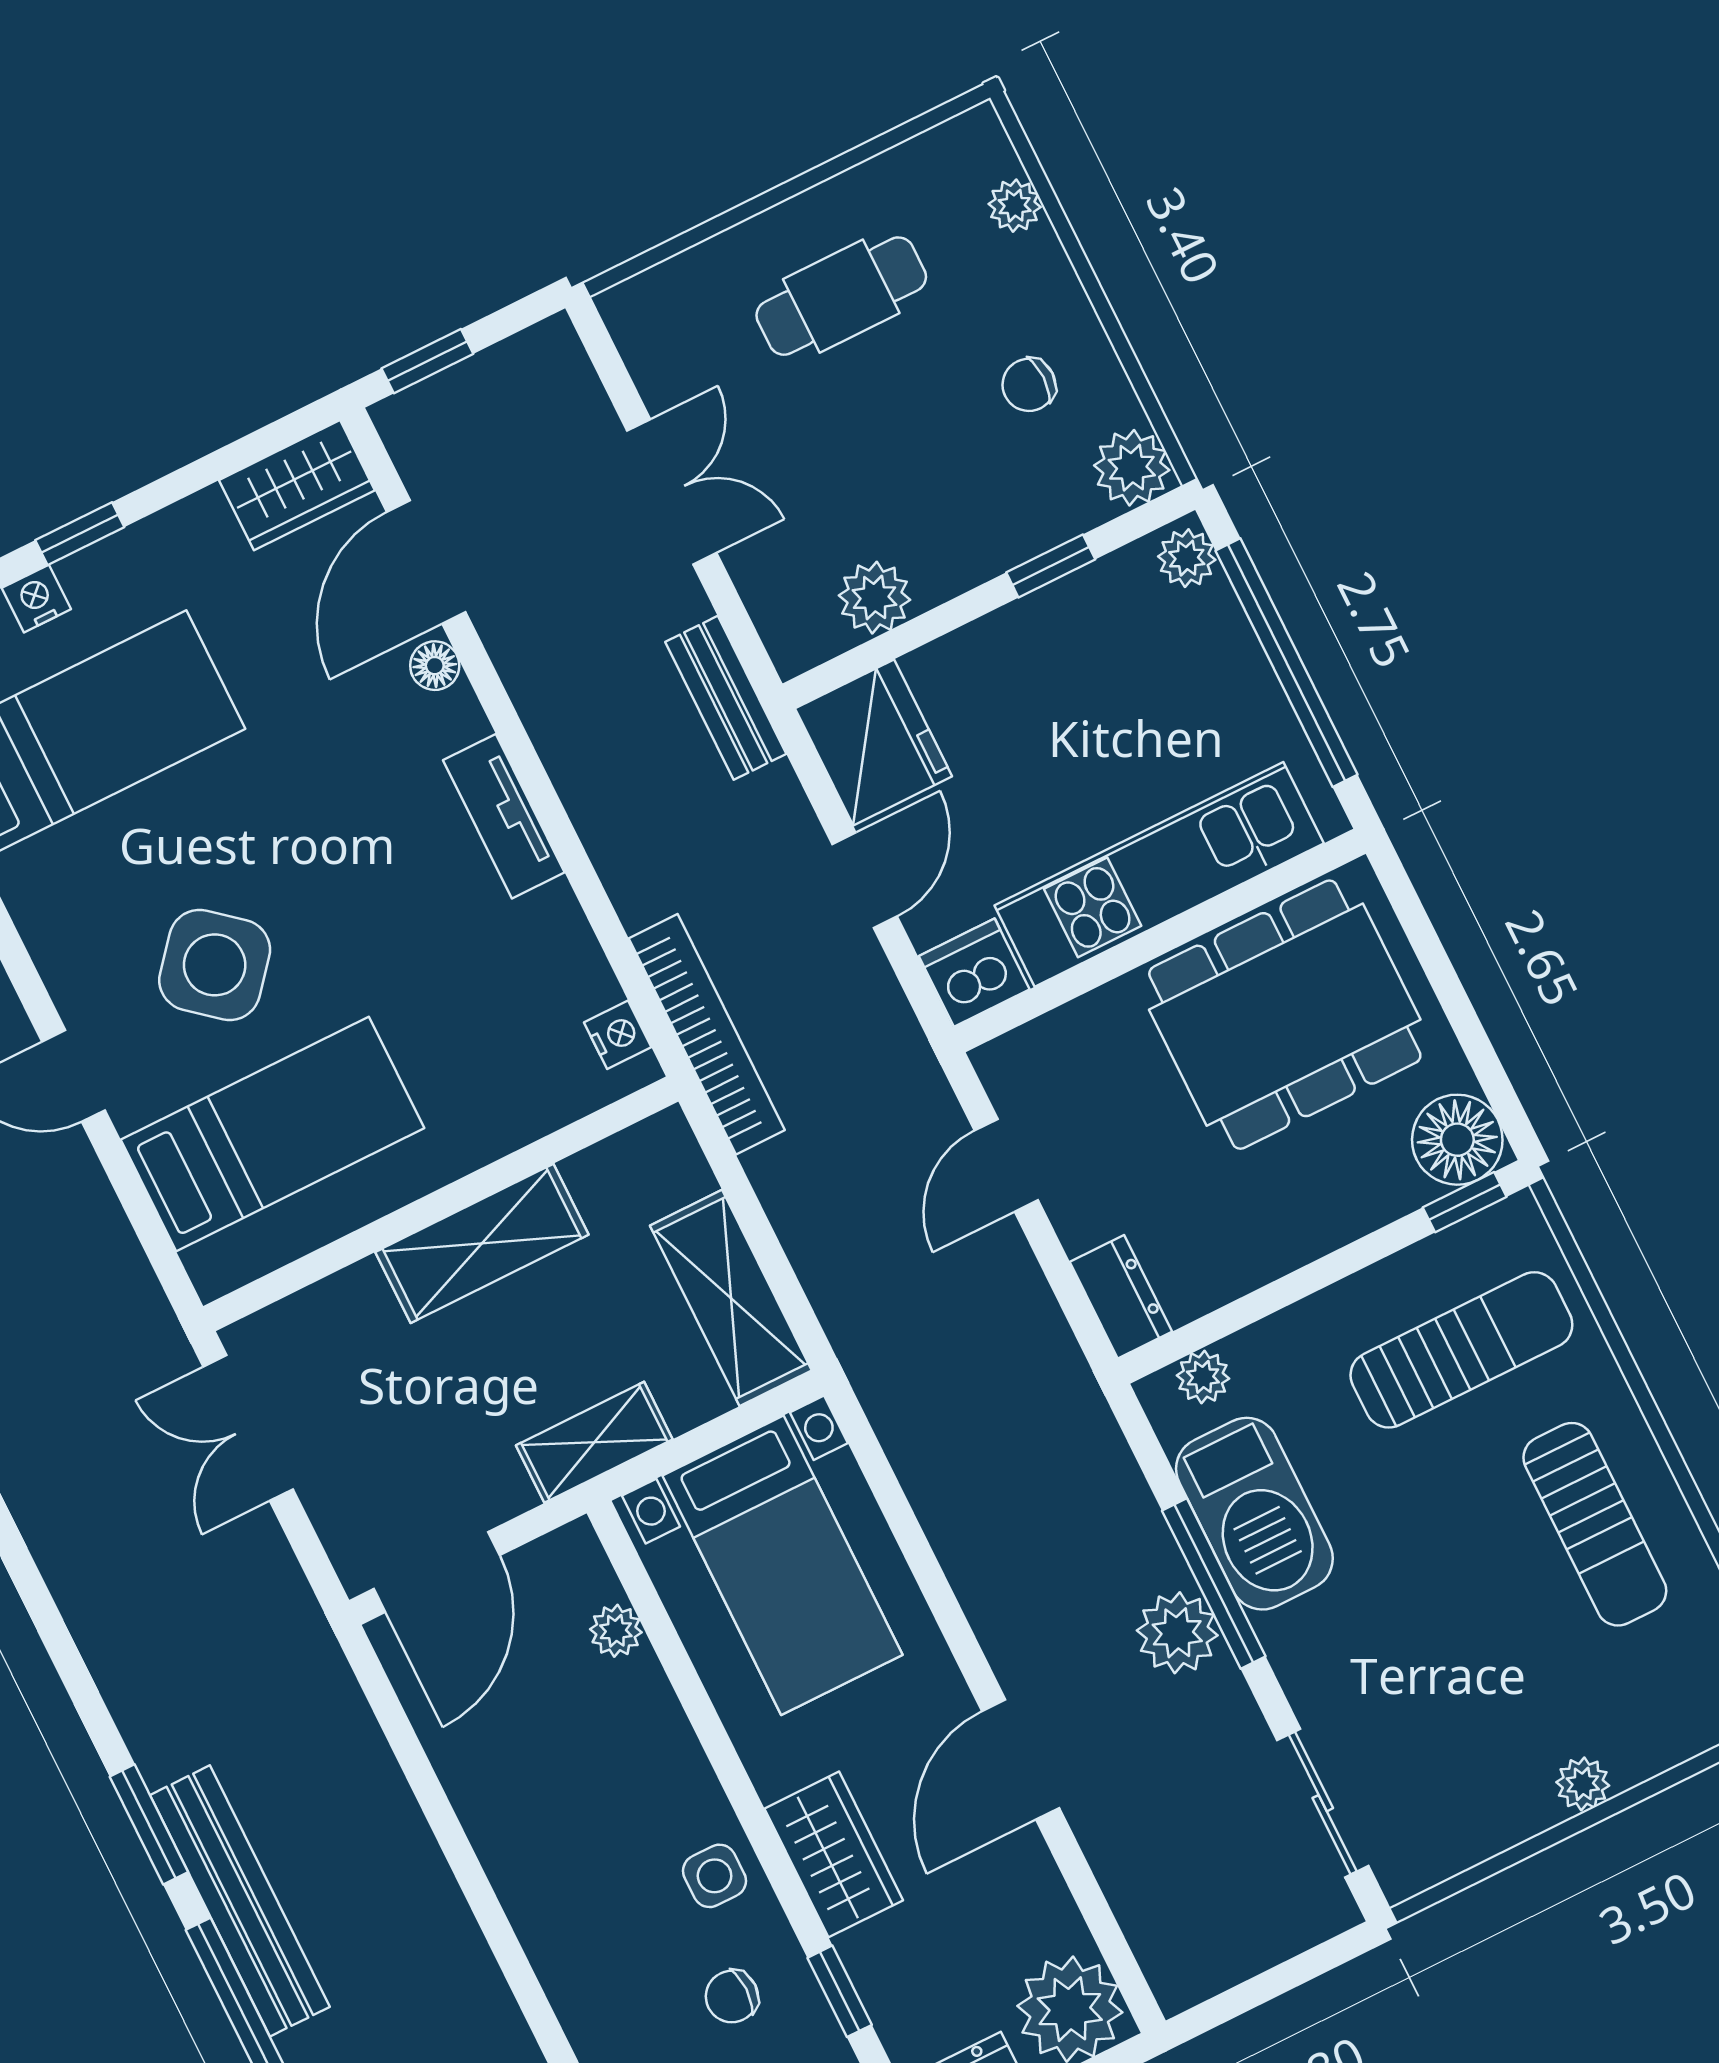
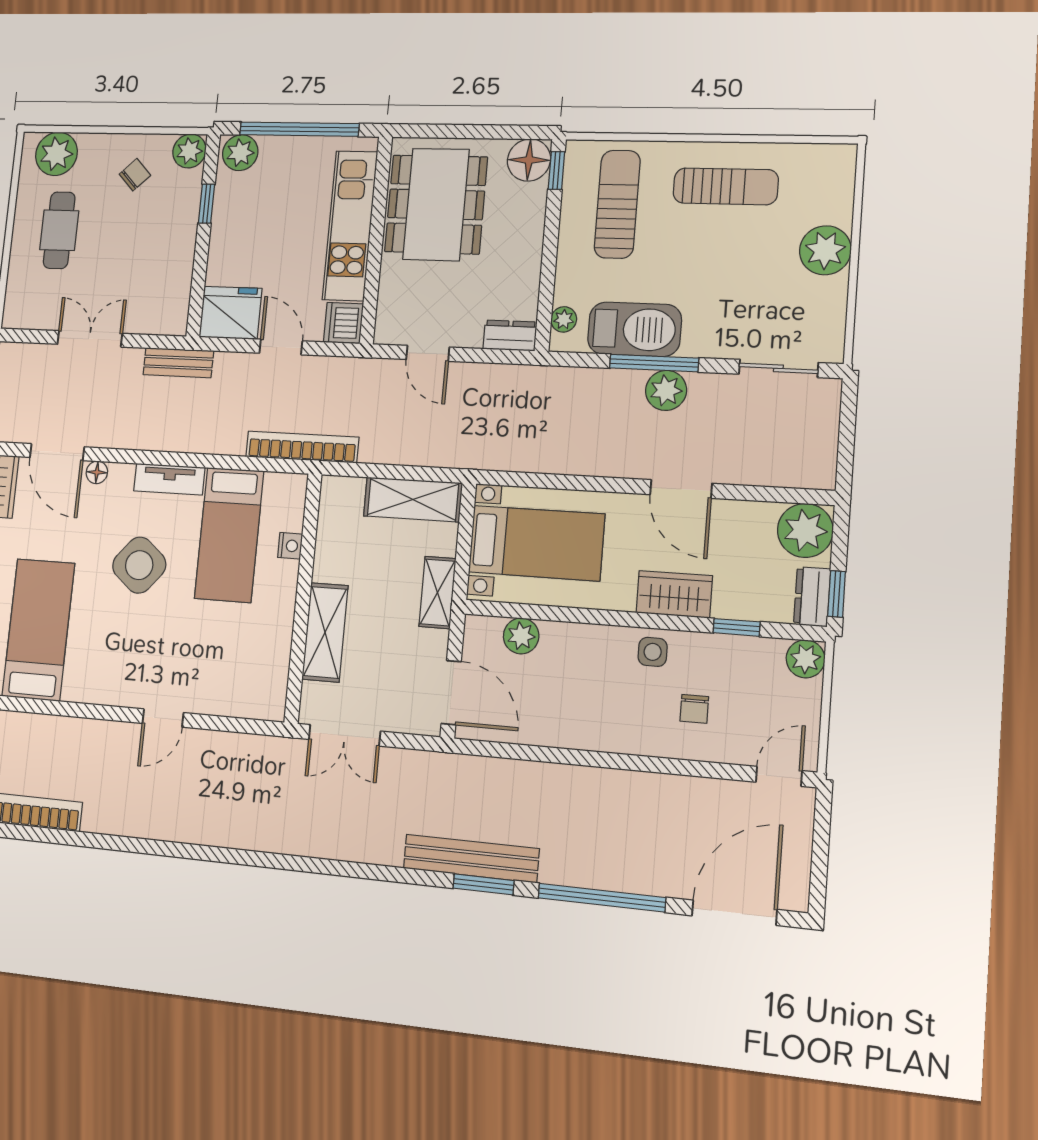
plant: (1015, 206) -> (56, 154), width x1.88, depth x1.88
chair: (1029, 385) -> (135, 175), turned -134
plant: (1187, 558) -> (240, 153), width x1.38, depth x1.38
plant: (875, 598) -> (176, 281), removed
side table: (215, 965) -> (139, 565), moved
nightstand: (618, 1035) -> (290, 546), moved, turned 90
bed: (273, 1134) -> (229, 535), moved, turned 180
shelving: (482, 1243) -> (325, 632), moved
plant: (616, 1631) -> (521, 636), width x1.38, depth x1.38
plant: (1583, 1784) -> (825, 250), width x1.87, depth x1.87
bench: (240, 1901) -> (471, 858), moved
chair: (732, 1996) -> (694, 709), moved

